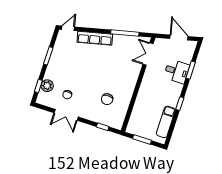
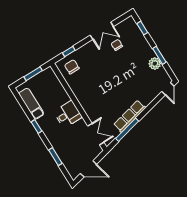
row of seats: (95, 38) -> (130, 116), moved
desk: (177, 71) -> (68, 114), moved, turned 180
plant: (47, 86) -> (155, 64), moved
chair: (107, 99) -> (72, 67), moved
double door: (66, 115) -> (102, 31), swing flipped

